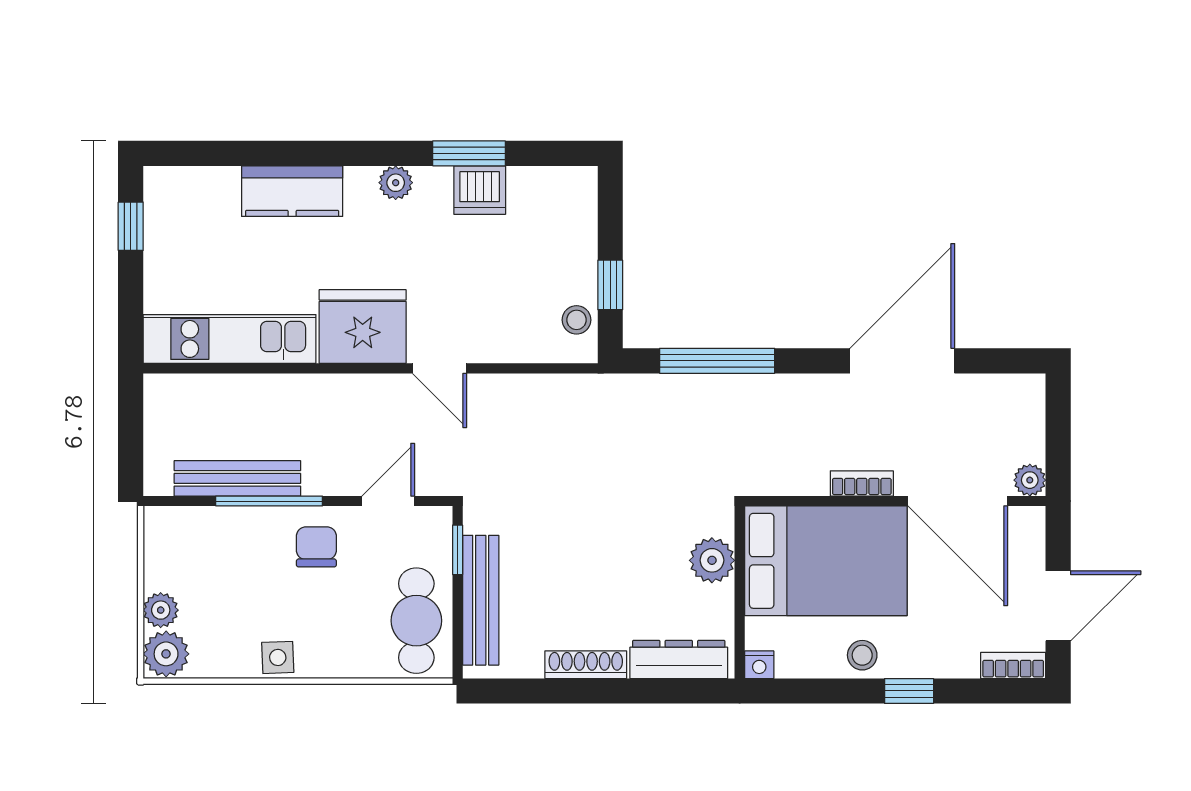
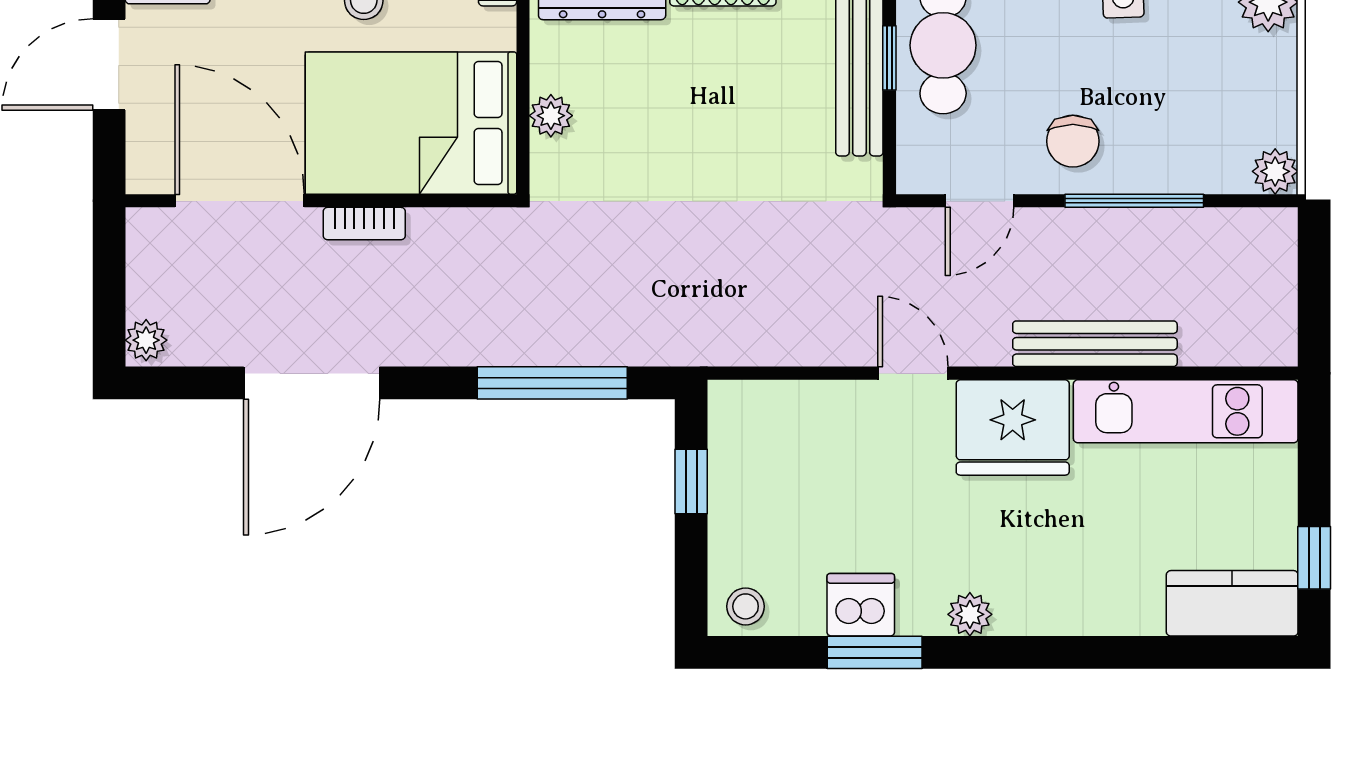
kitchen counter: (292, 191) -> (1232, 603), moved
stool: (577, 320) -> (746, 606), moved
bench: (237, 478) -> (1095, 344), moved
plant: (1030, 480) -> (146, 340), moved
window: (458, 550) -> (889, 58), moved
plant: (712, 560) -> (551, 116), width x0.73, depth x0.73
plant: (161, 610) -> (1275, 171), moved

